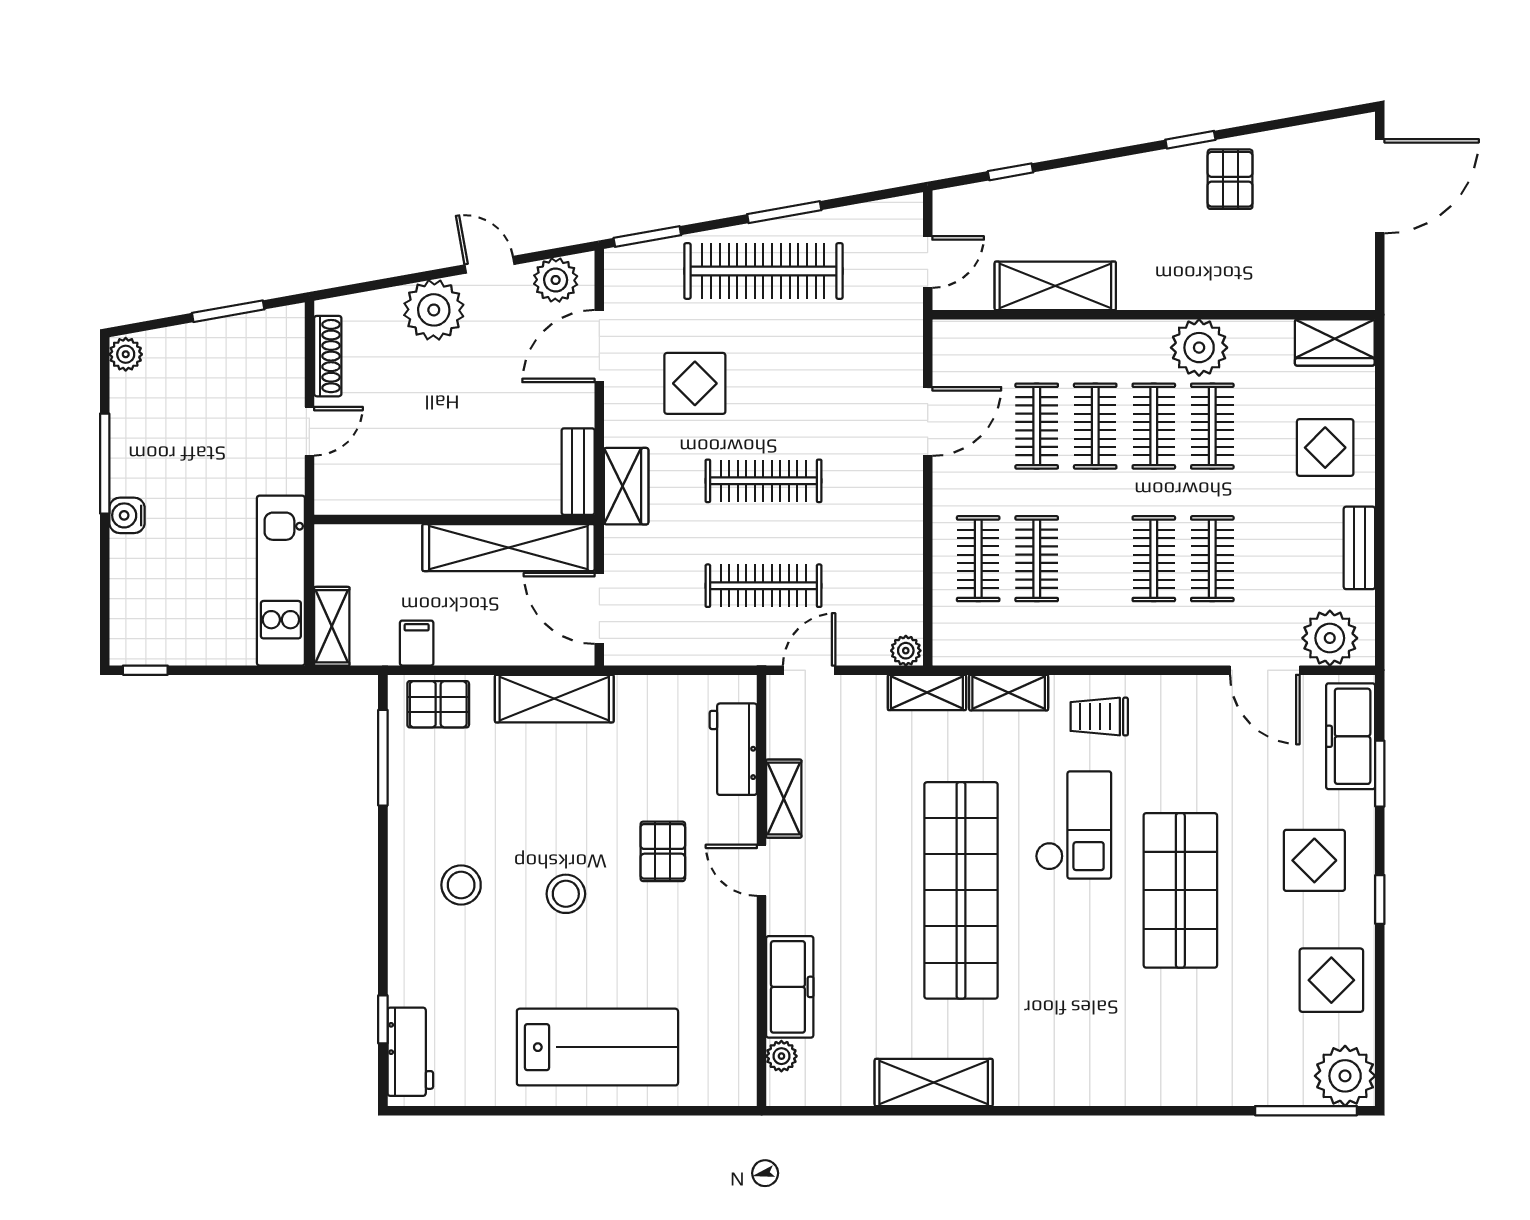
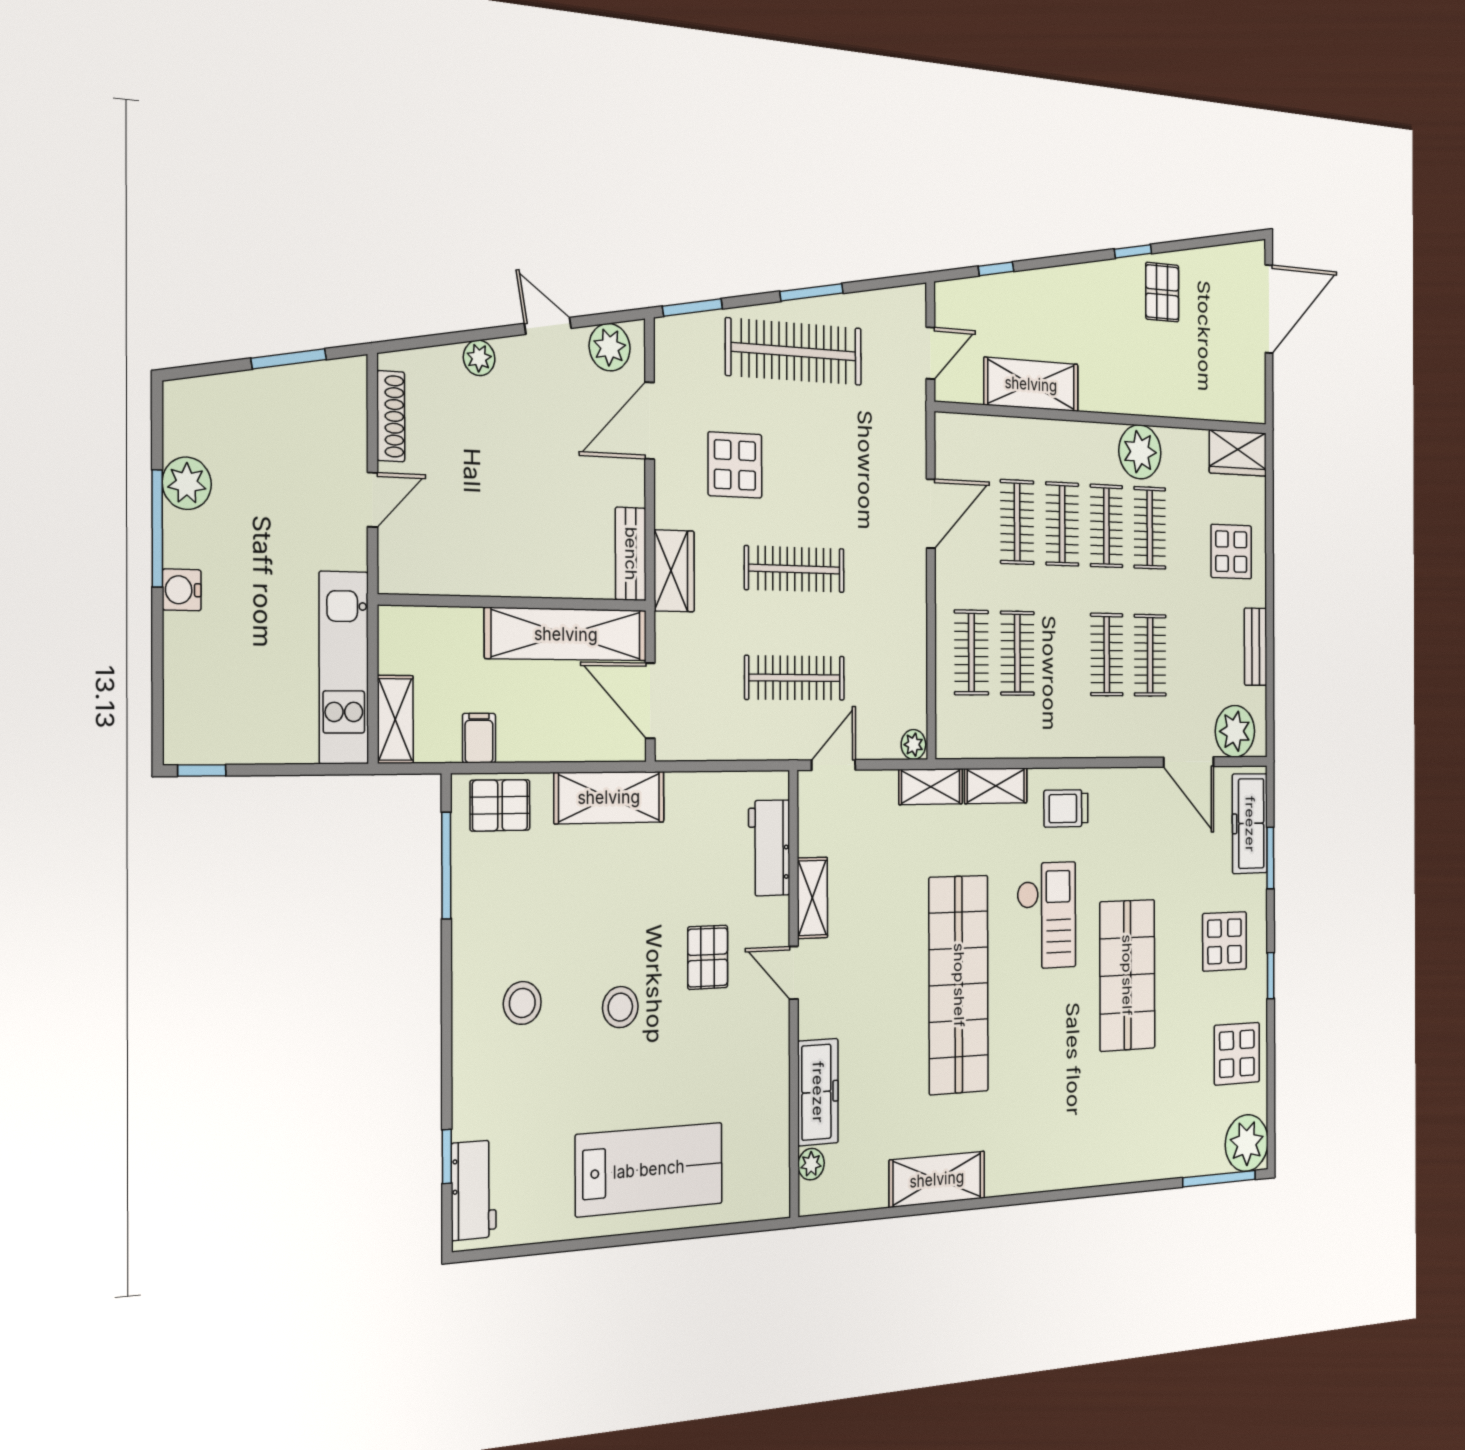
plant: (434, 310) -> (479, 358), width x0.53, depth x0.53
plant: (126, 354) -> (187, 483), moved, width x1.38, depth x1.38

